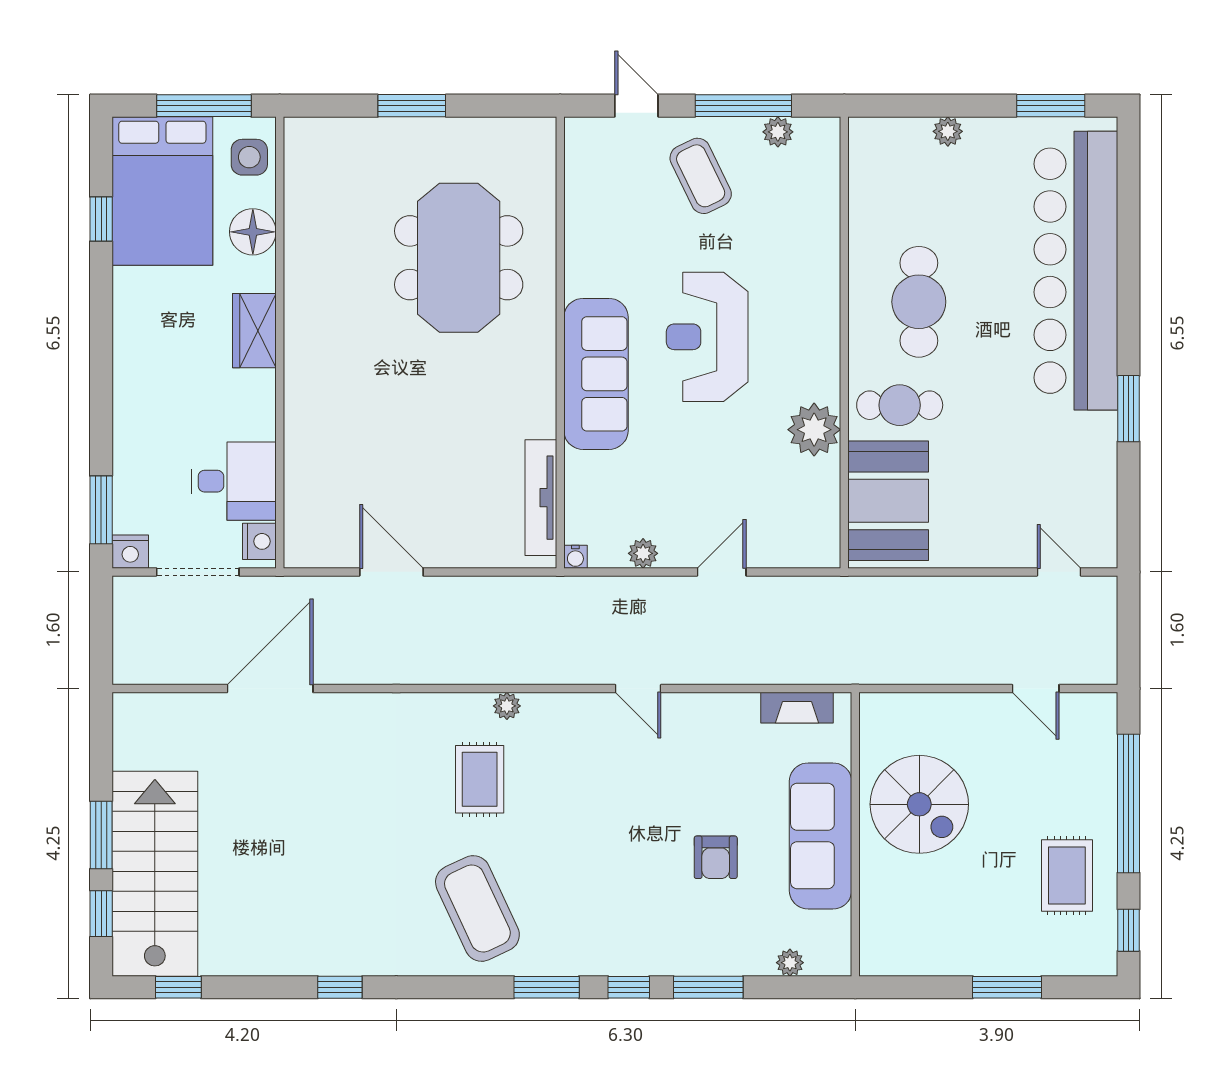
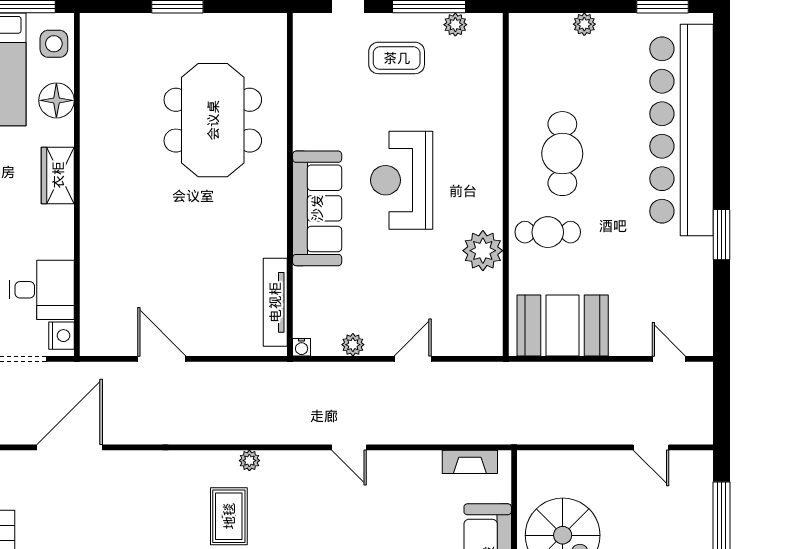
coffee table: (701, 176) -> (397, 58), turned -64
booth: (888, 501) -> (563, 325), moved, turned 90

